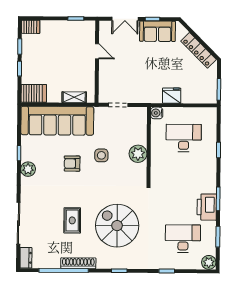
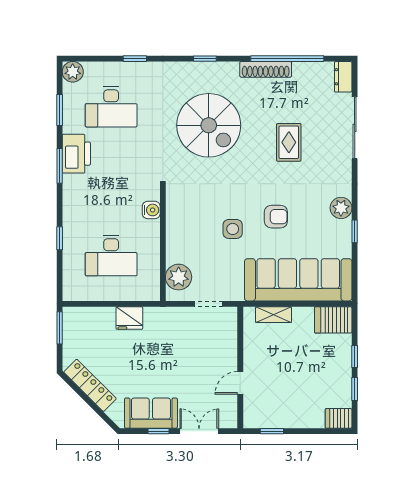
door: (97, 51) -> (240, 383), hinge flipped
water cooler: (157, 113) -> (151, 210), moved
plant: (138, 154) -> (179, 277), moved
rug: (72, 220) -> (289, 142), moved

